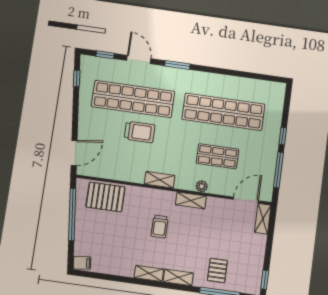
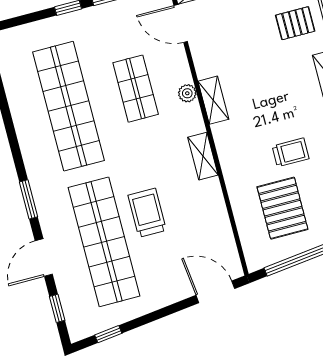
pallet: (105, 197) -> (282, 208), moved
trolley: (160, 227) -> (291, 152), moved

